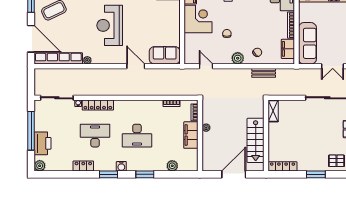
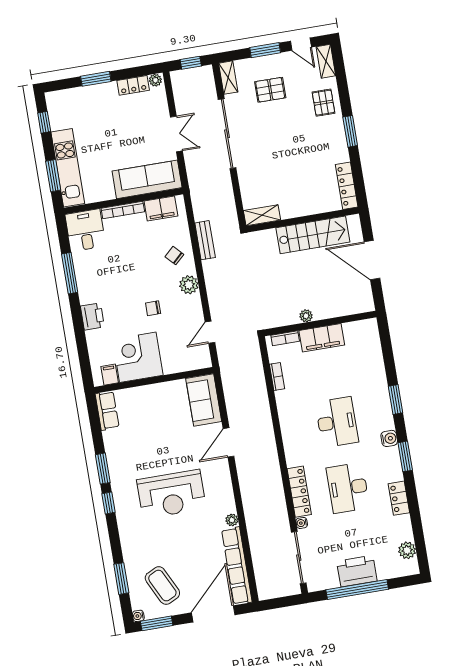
printer: (42, 143) -> (357, 571), moved
plant: (40, 166) -> (407, 550), moved
plant: (172, 166) -> (375, 359), removed

